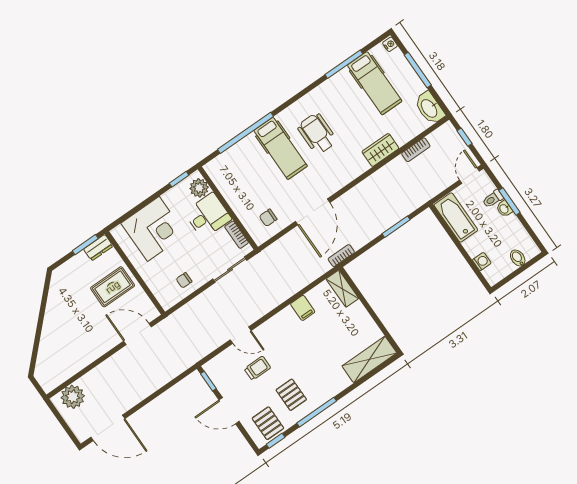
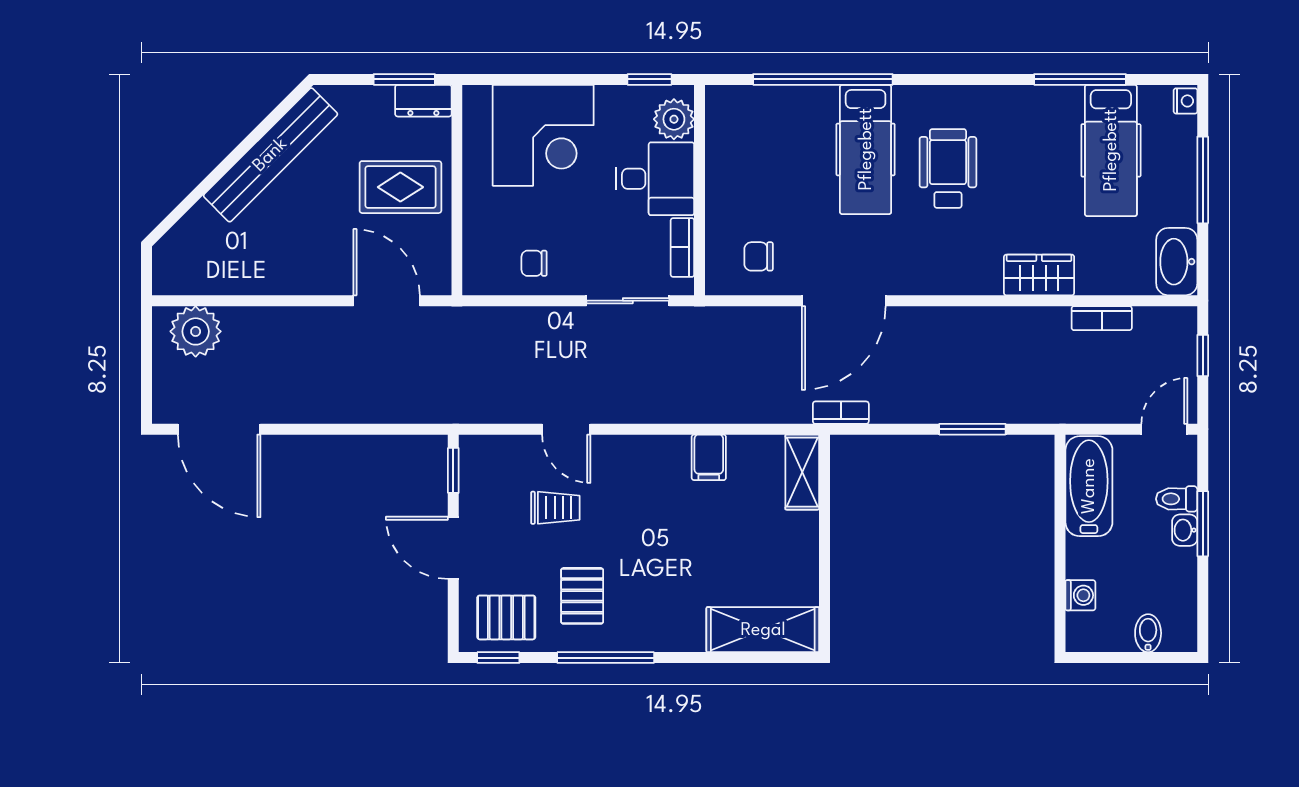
bench: (54, 309) -> (270, 155), added
pallet: (268, 423) -> (506, 617), turned 90

